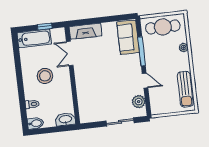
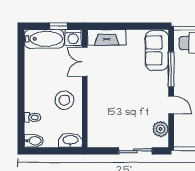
washing machine: (58, 35) -> (73, 38), added
stool: (45, 76) -> (64, 100), moved

